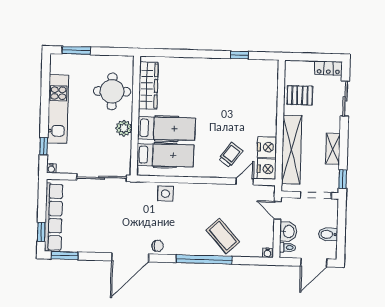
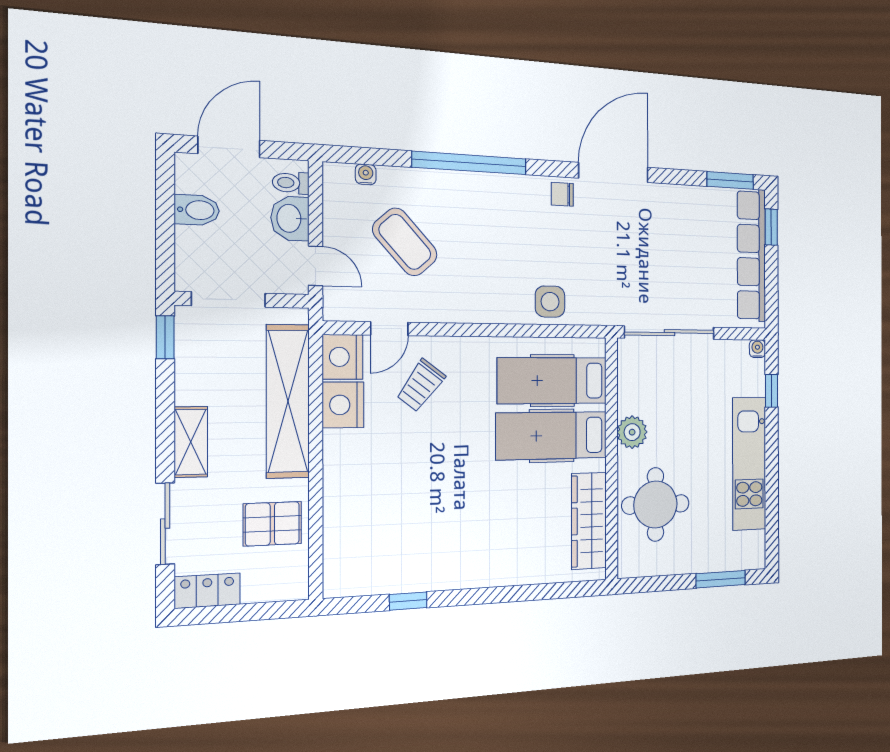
shelving: (333, 149) -> (191, 442), moved
coffee table: (223, 236) -> (405, 242), moved
water cooler: (267, 253) -> (366, 174), moved

